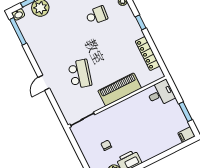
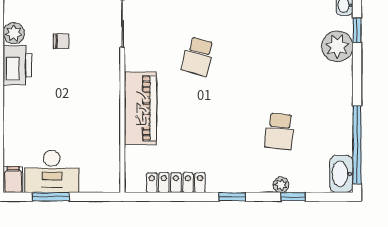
school desk: (80, 74) -> (198, 57), width x0.54
desk: (161, 93) -> (52, 171), moved, width x1.37

